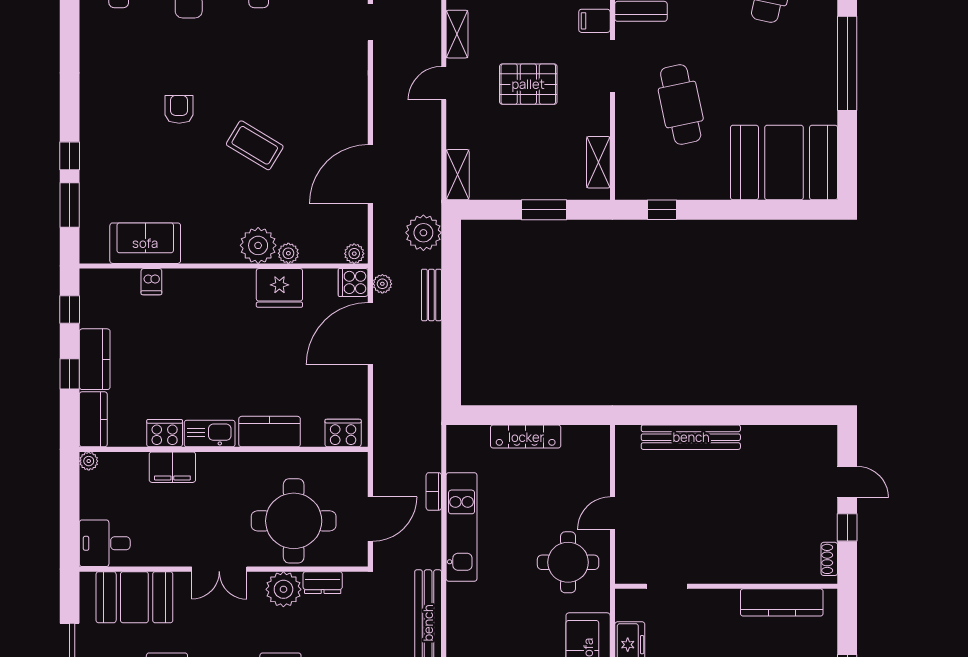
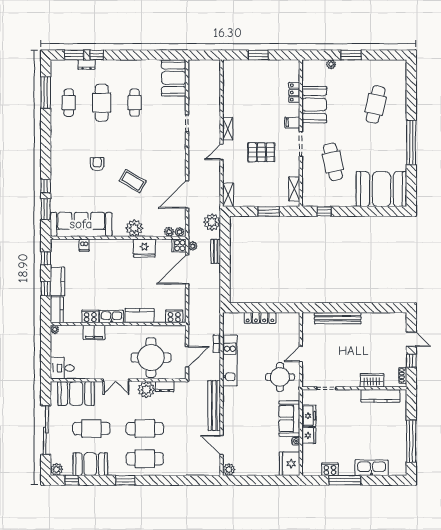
sofa: (145, 243) -> (81, 224), width x1.85, depth x1.27
plant: (288, 253) -> (169, 232), moved
wardrobe: (764, 569) -> (372, 380), added

